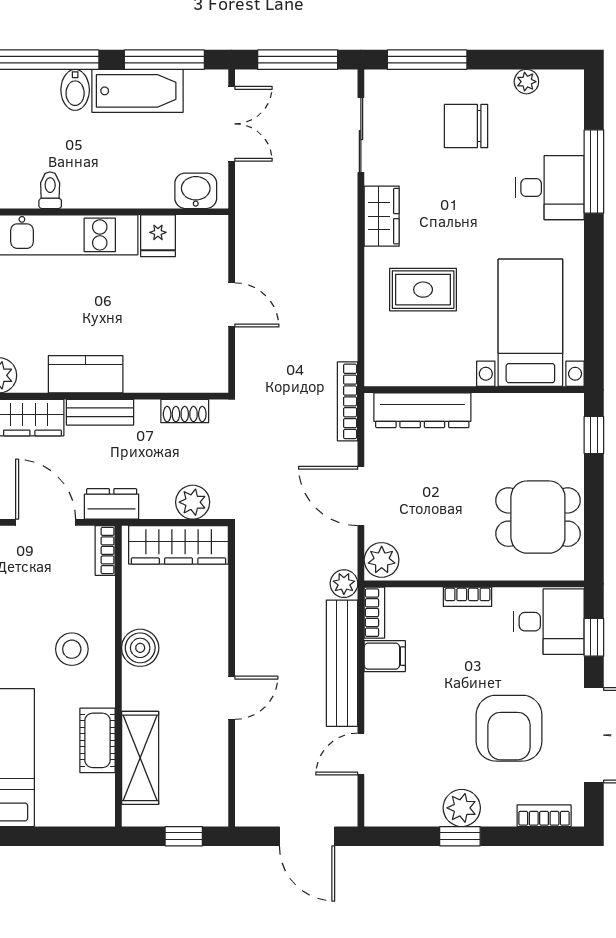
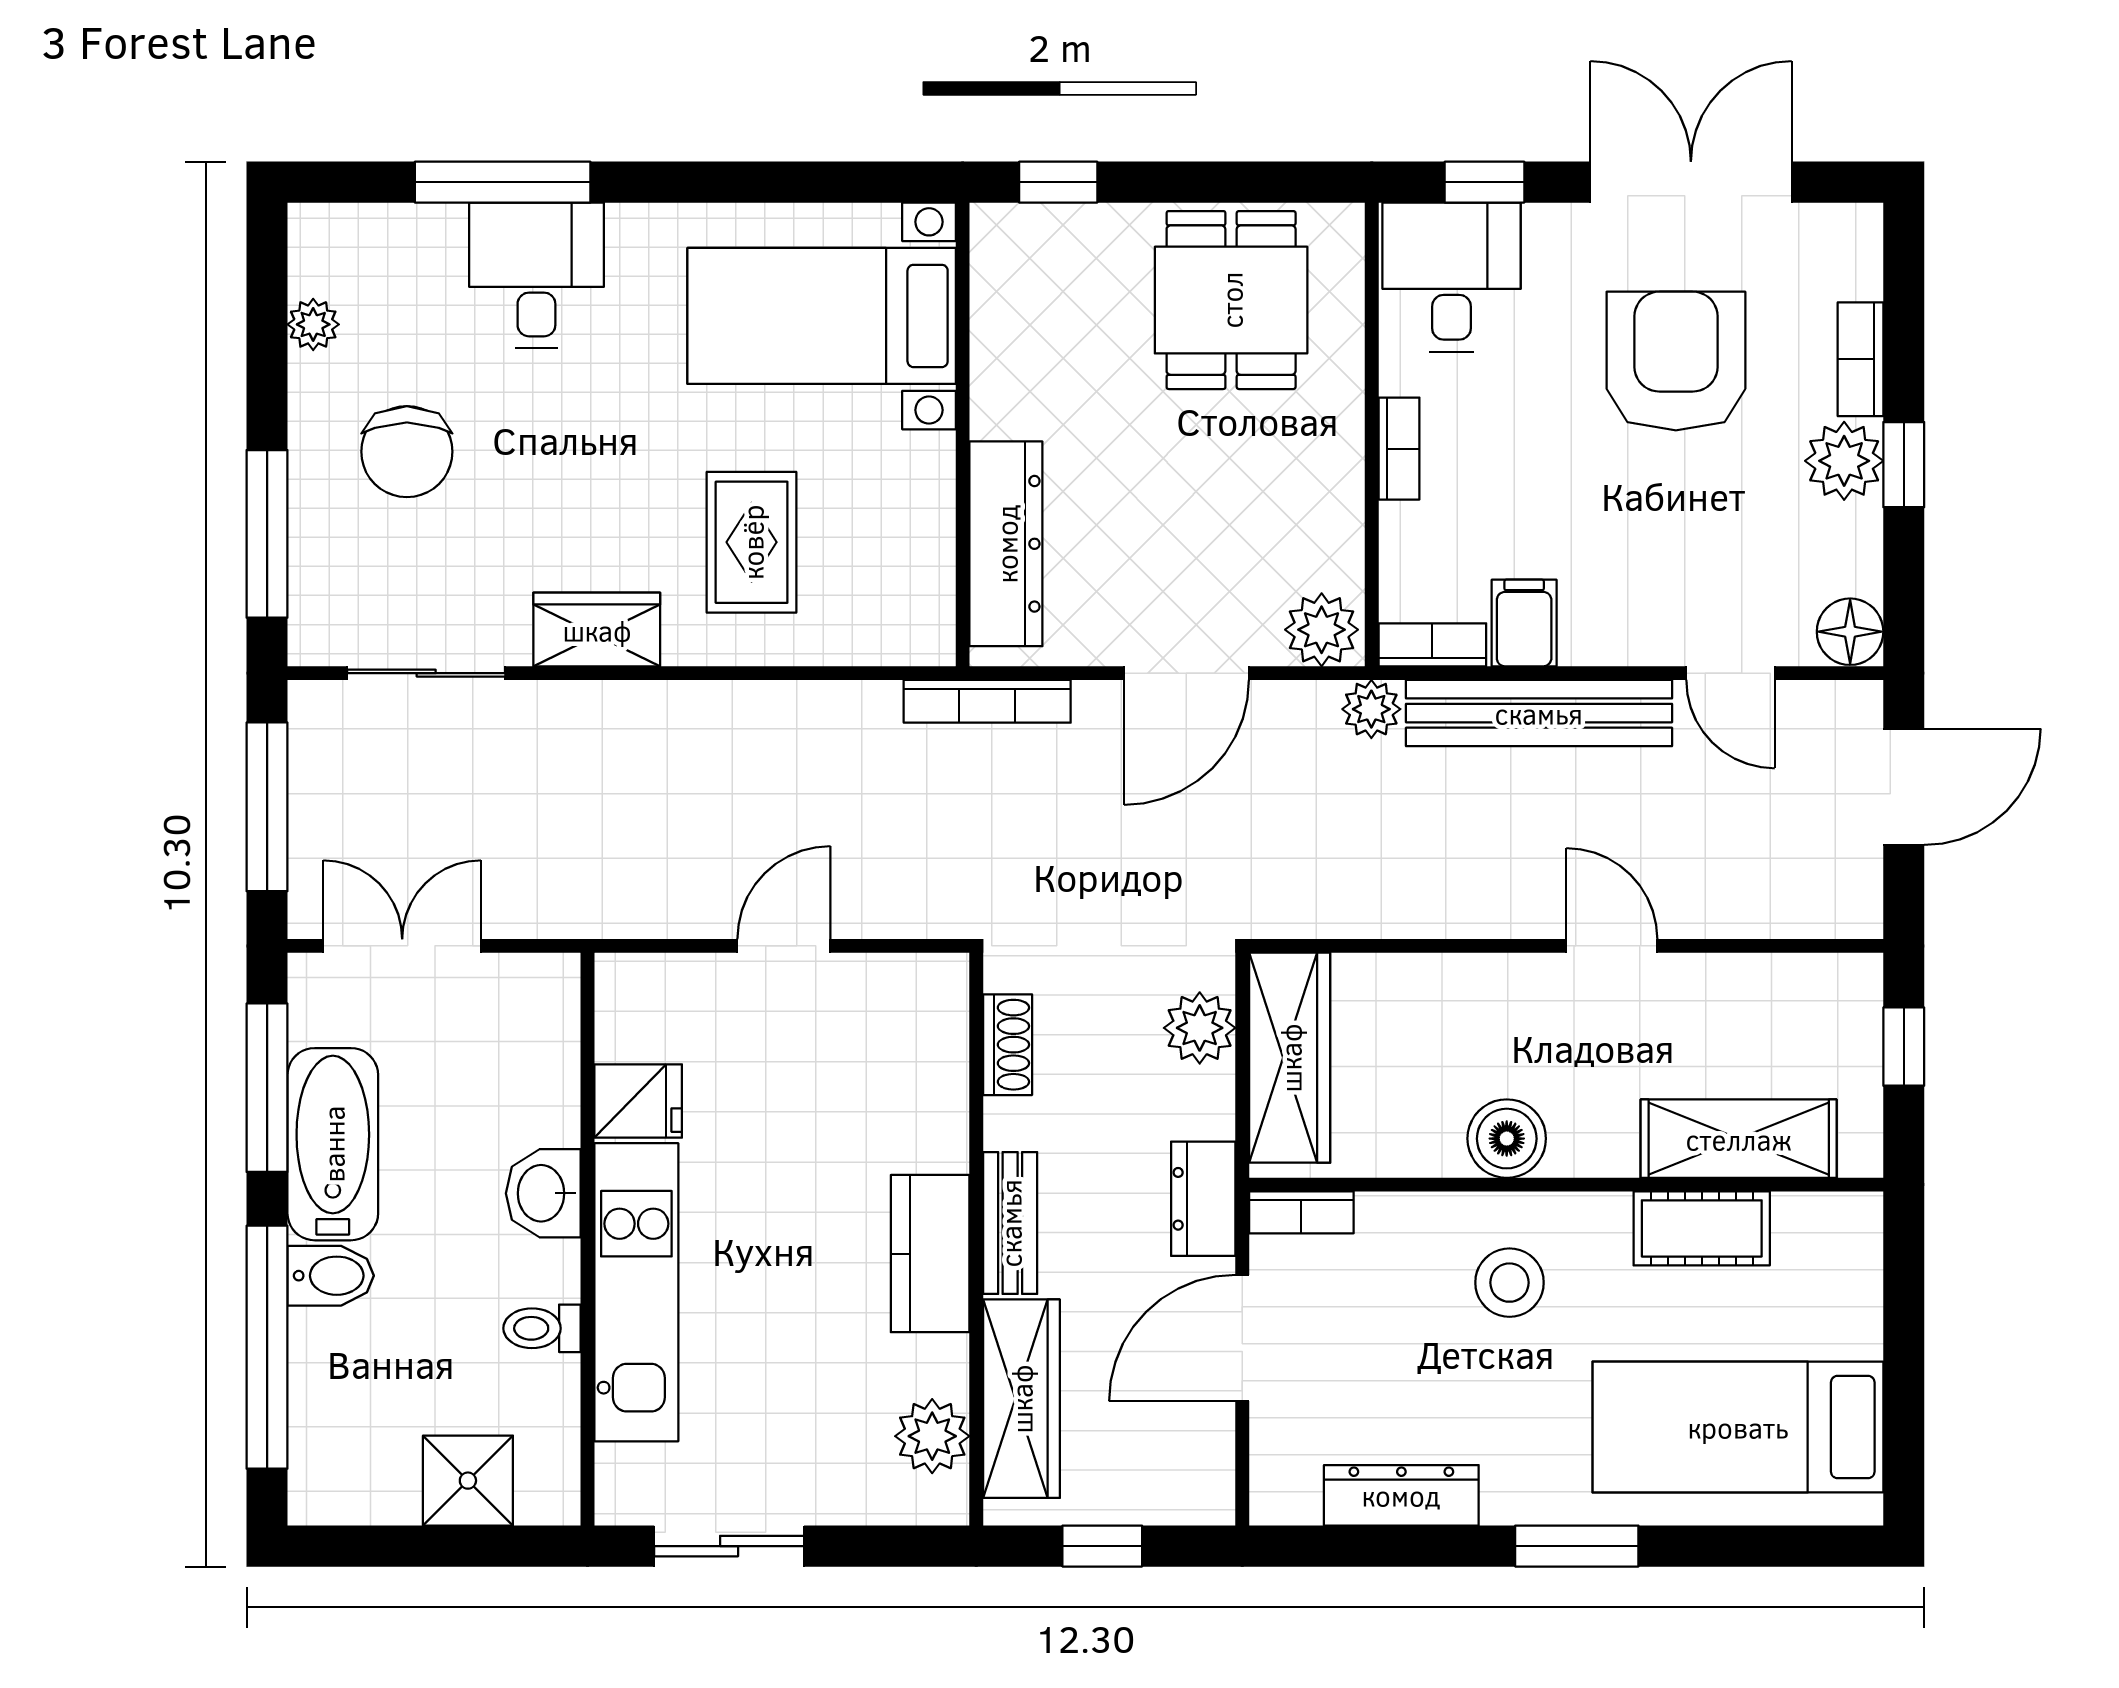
washbasin: (196, 191) -> (543, 1193), moved
armchair: (509, 728) -> (1676, 361), turned -90
floor lamp: (381, 811) -> (1850, 632), added
bookcase: (544, 816) -> (1860, 359), moved

